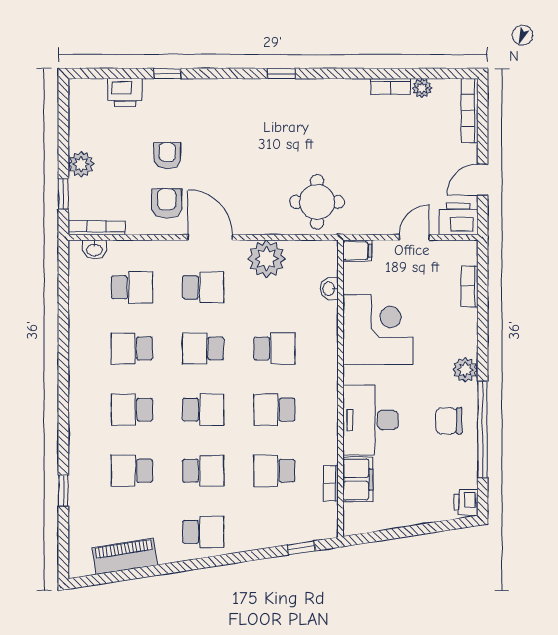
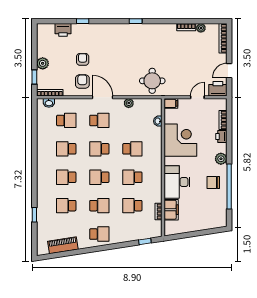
plant: (267, 259) -> (129, 103), width x0.53, depth x0.53
school desk: (203, 410) -> (99, 177), turned 180
printer: (466, 502) -> (221, 136), moved

